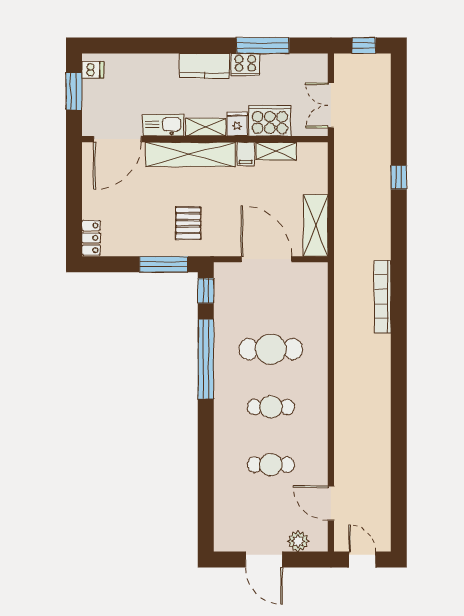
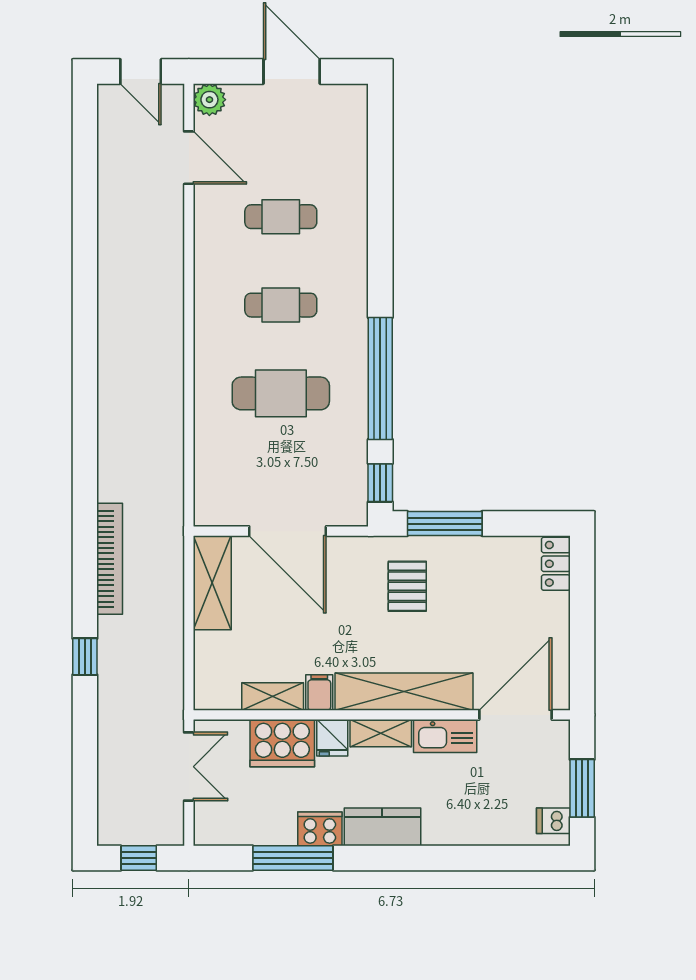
bookcase: (383, 297) -> (110, 559), moved
plant: (298, 541) -> (209, 100), moved

